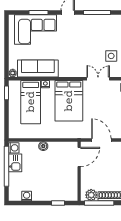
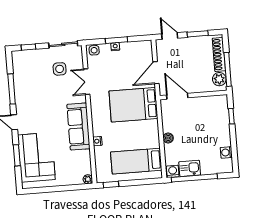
sofa: (38, 68) -> (78, 126), moved
bed: (69, 101) -> (133, 105), moved, turned 180
bed: (31, 102) -> (136, 161), moved, turned 180

